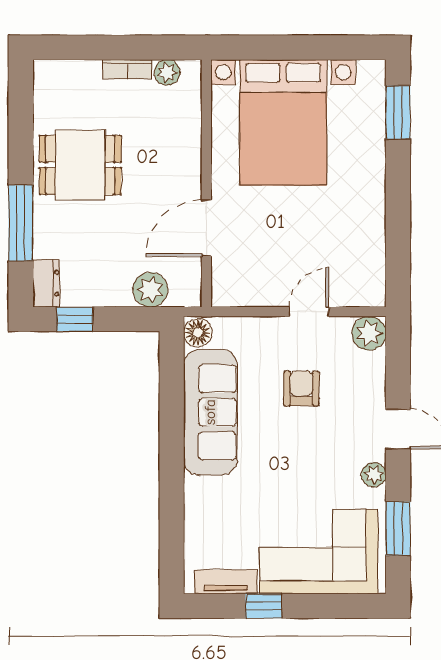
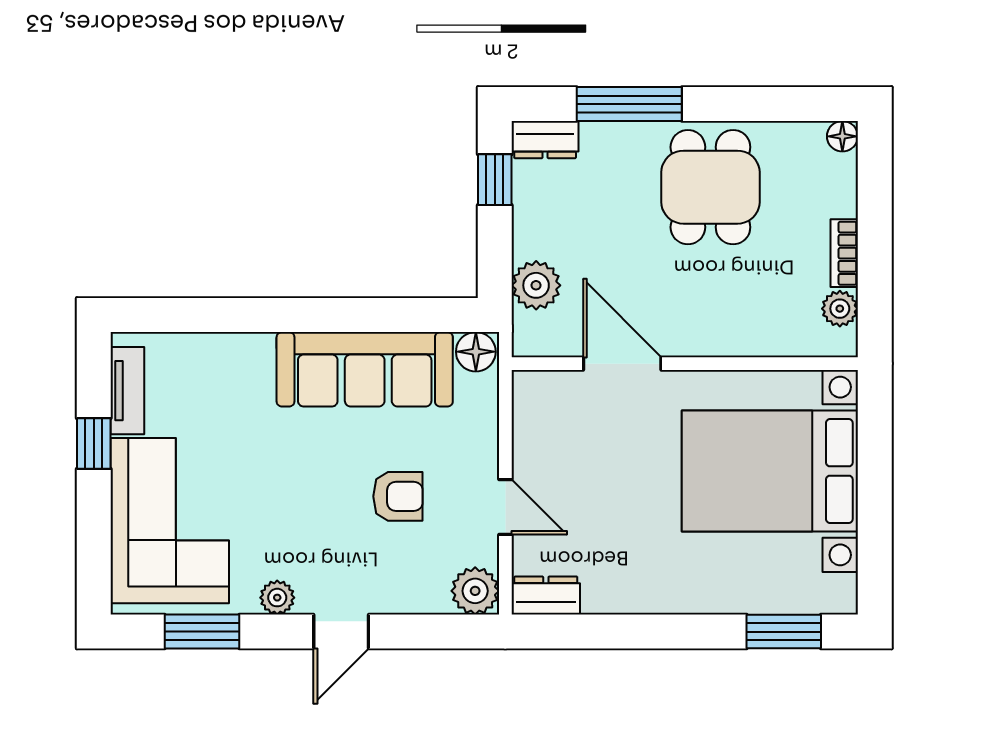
floor lamp: (44, 71) -> (842, 136), added
dresser: (372, 283) -> (546, 596), added

